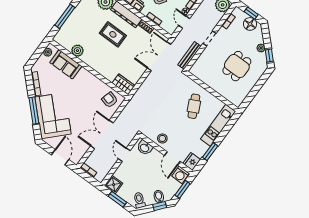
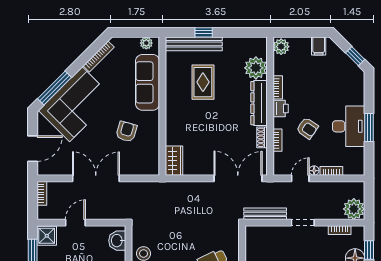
window: (65, 16) -> (204, 32), width x0.46
bench: (67, 26) -> (194, 44), added
rug: (113, 34) -> (203, 82), moved
plant: (77, 51) -> (174, 77), removed
sofa: (66, 64) -> (148, 82), width x1.36
armchair: (110, 100) -> (126, 132), moved
window: (34, 110) -> (55, 88), moved
door: (124, 155) -> (75, 223), moved

